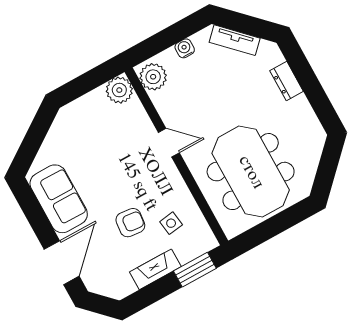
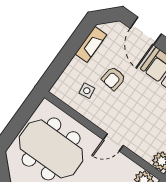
fireplace: (155, 269) -> (91, 44), moved
window: (195, 270) -> (57, 68), removed

